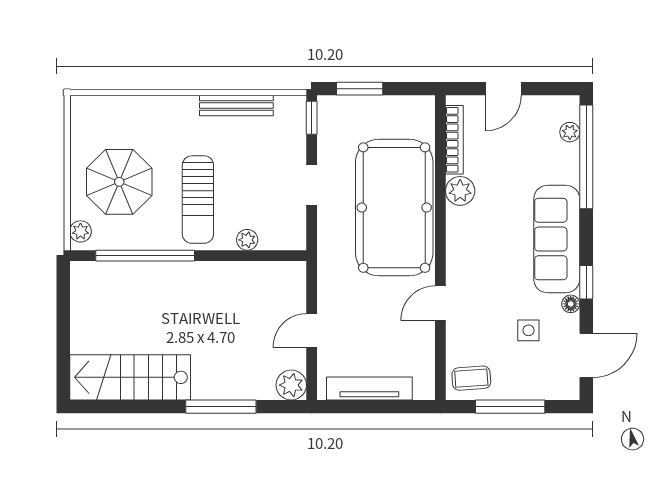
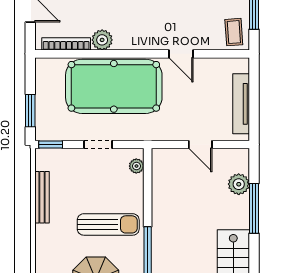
plant: (247, 240) -> (136, 166), moved
plant: (291, 385) -> (239, 184), moved

